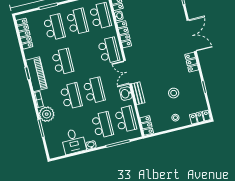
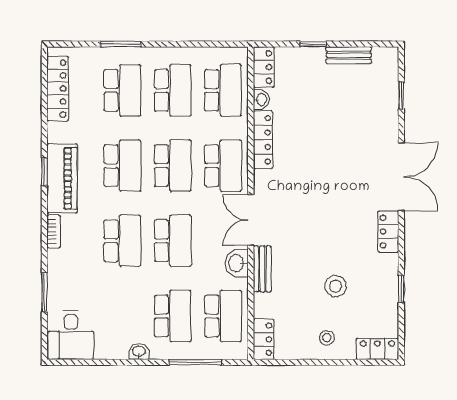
school desk: (86, 56) -> (173, 166), added
plant: (47, 114) -> (63, 266), removed
desk: (73, 141) -> (71, 335), moved

